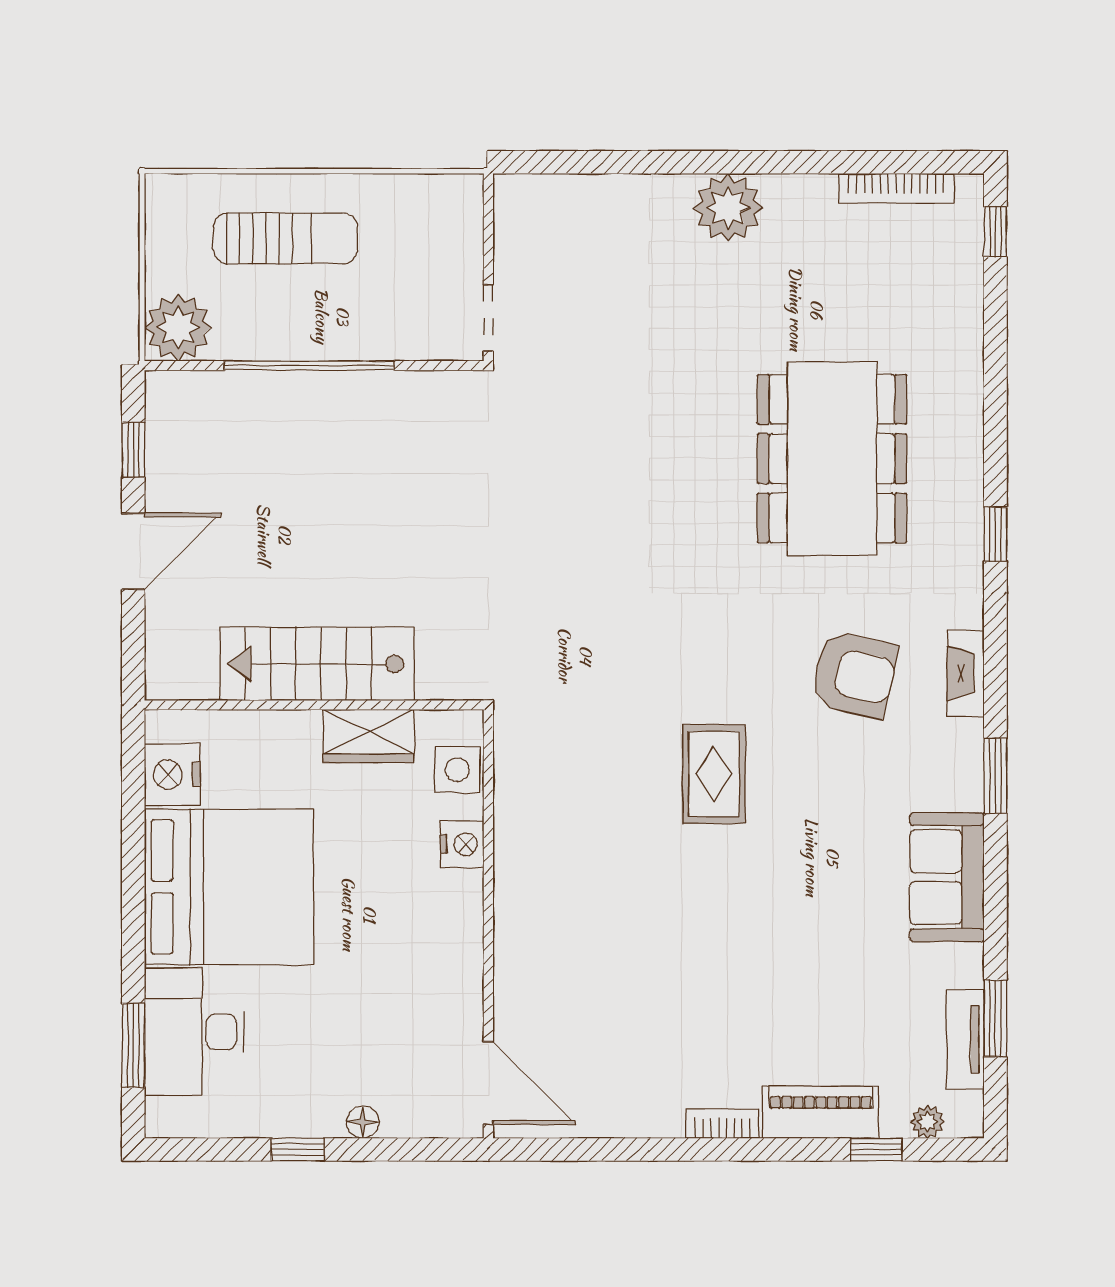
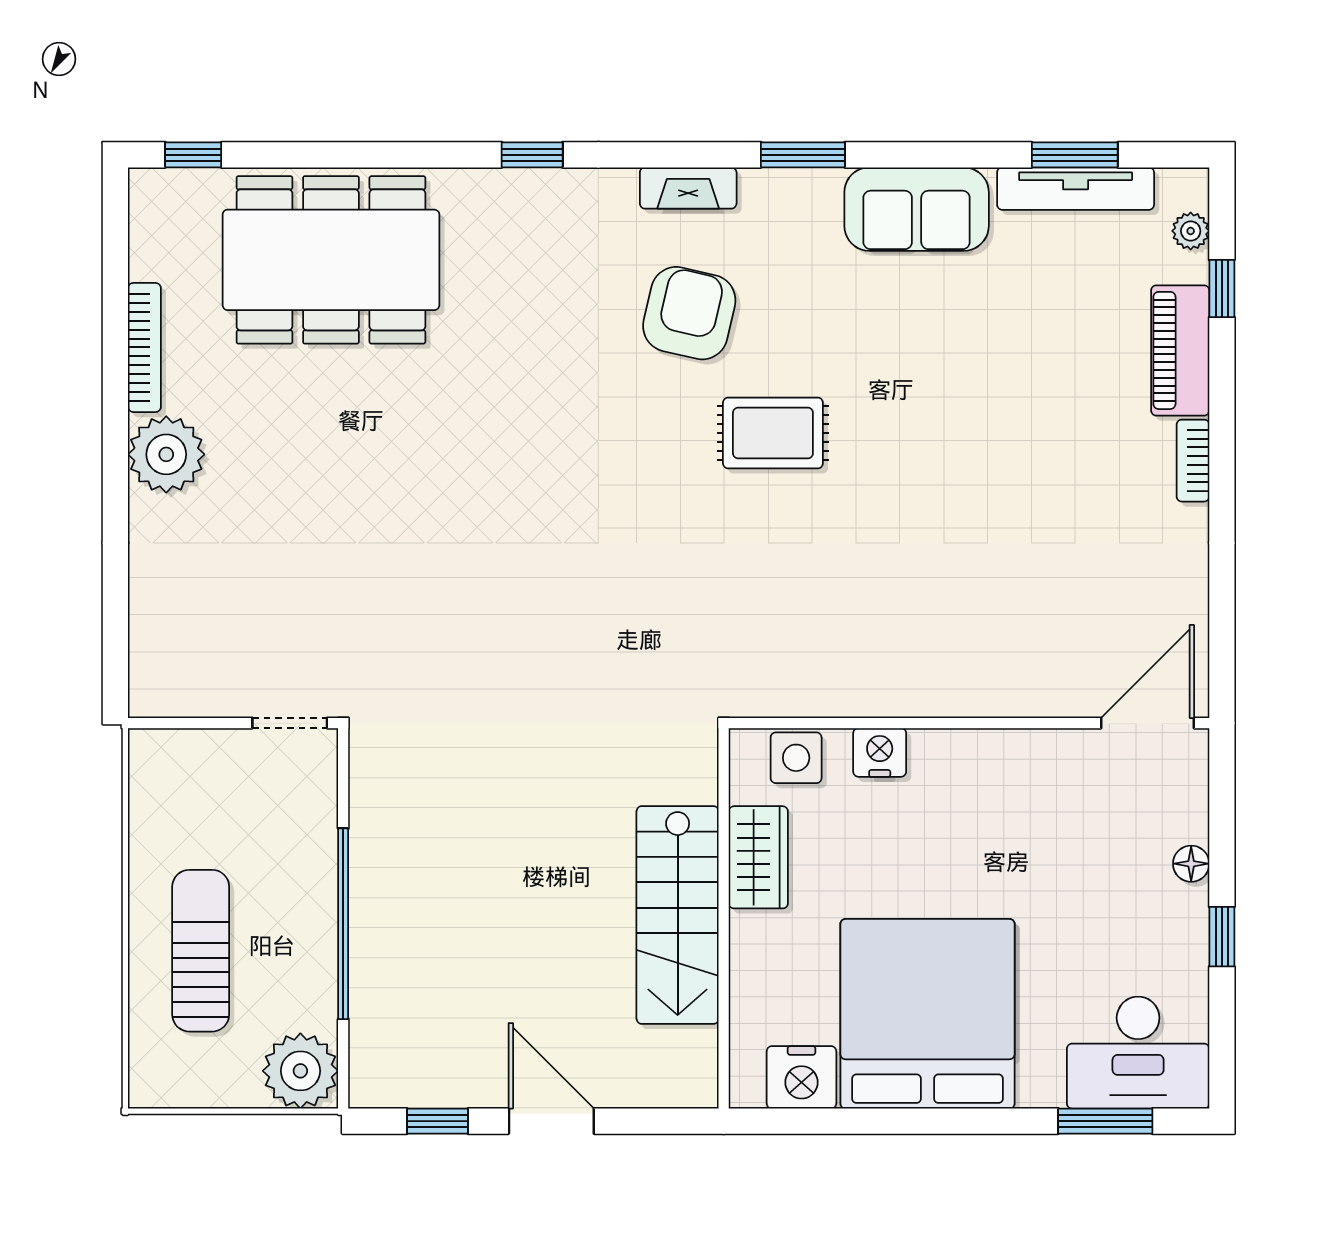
bookcase: (896, 188) -> (144, 347), moved
dining table: (832, 459) -> (331, 260), moved
rug: (714, 774) -> (773, 433), moved
desk: (194, 1032) -> (1138, 1053), moved
tv unit: (965, 1039) -> (1076, 189), width x1.41

